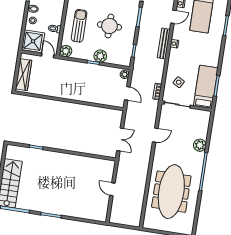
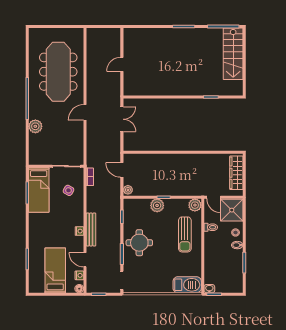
door: (173, 17) -> (85, 260), hinge flipped
round table: (109, 26) -> (139, 243), moved
door: (155, 135) -> (85, 112), moved
double door: (120, 139) -> (122, 119), swing flipped
door: (112, 189) -> (122, 64), swing flipped

